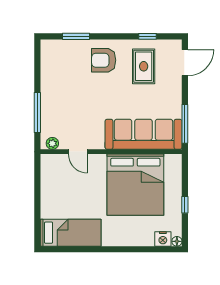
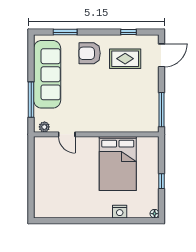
rug: (144, 66) -> (125, 59), turned 90
sofa: (144, 134) -> (47, 74), moved, turned 90
bed: (135, 185) -> (118, 163), width x0.73
bed: (71, 233) -> (60, 206), removed
nightstand: (163, 239) -> (120, 212), moved

